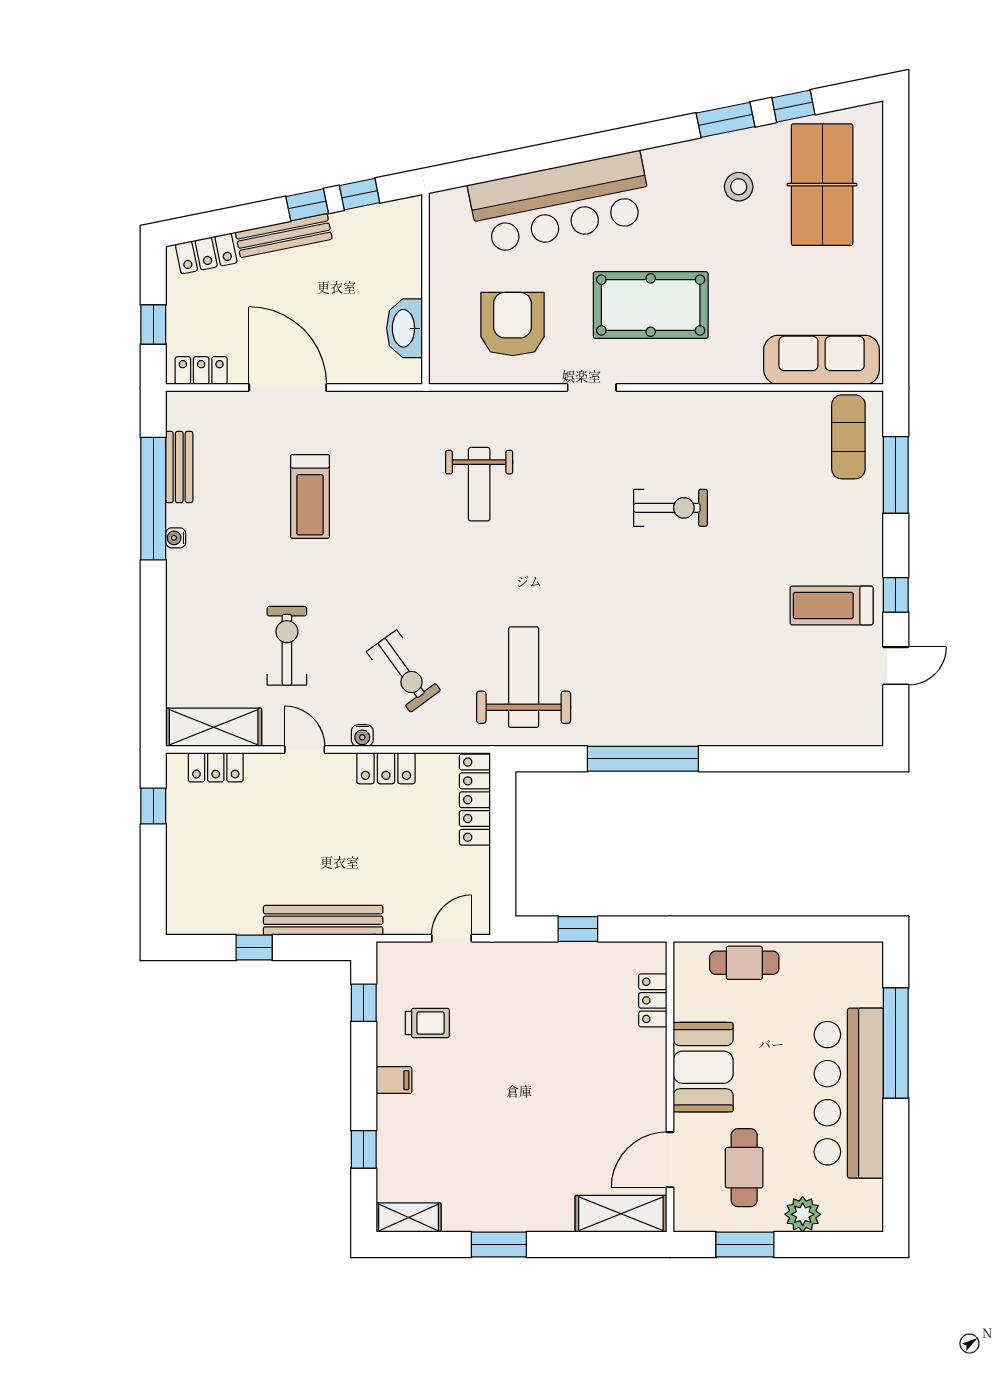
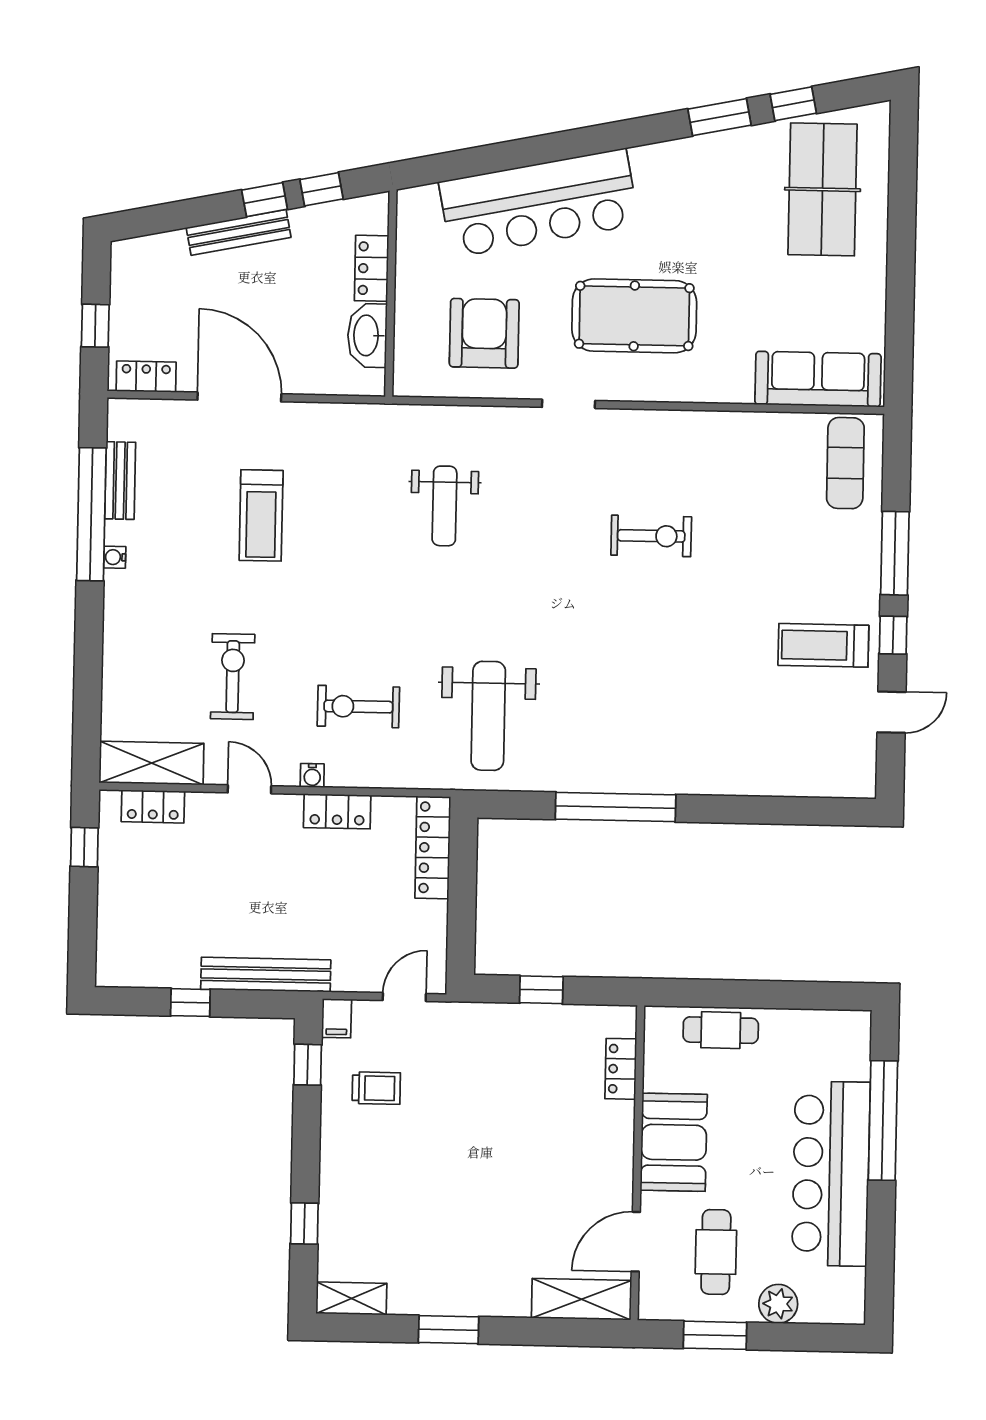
stool: (739, 187) -> (732, 190), removed
locker: (206, 254) -> (371, 268), moved, turned 101
window: (896, 475) -> (895, 553), moved
exercise bike: (404, 671) -> (358, 707), turned 126
weight bench: (524, 677) -> (488, 716), turned 180
filing cabinet: (394, 1080) -> (337, 1018), moved, turned 90

